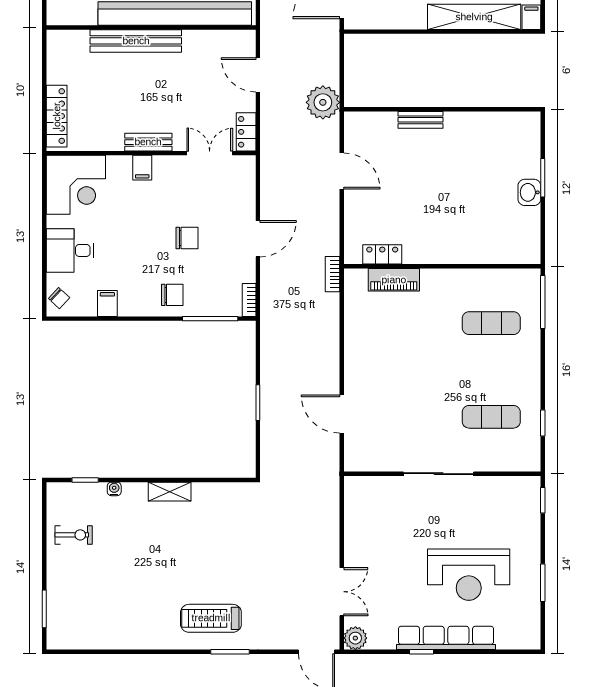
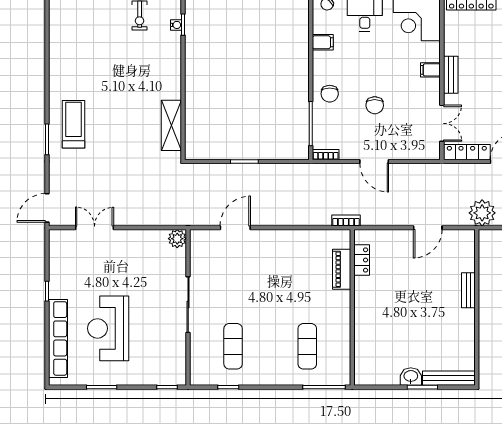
locker: (246, 132) -> (467, 152), width x1.53
bench: (531, 144) -> (449, 378), added
water cooler: (114, 489) -> (176, 25), moved
shelving: (170, 492) -> (171, 125), moved, width x1.50, depth x1.33
double door: (342, 592) -> (95, 228), swing flipped
plant: (355, 638) -> (177, 239), moved
row of seats: (446, 638) -> (58, 338), moved

